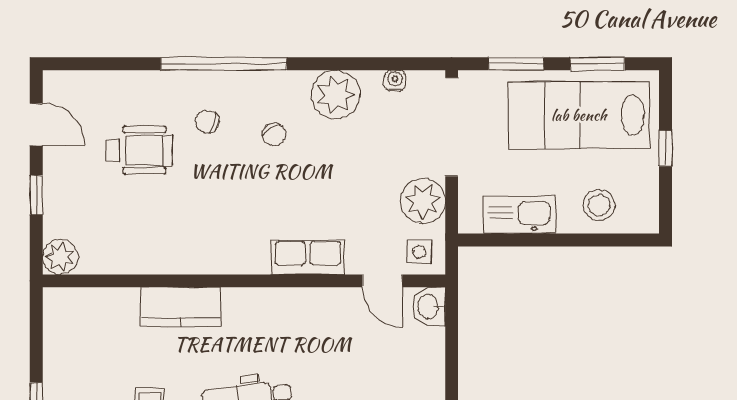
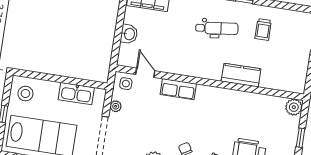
plant: (423, 201) -> (116, 106), width x0.53, depth x0.53
stool: (599, 205) -> (25, 94), moved
washbasin: (429, 307) -> (129, 34), moved

